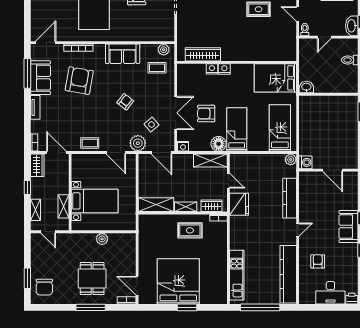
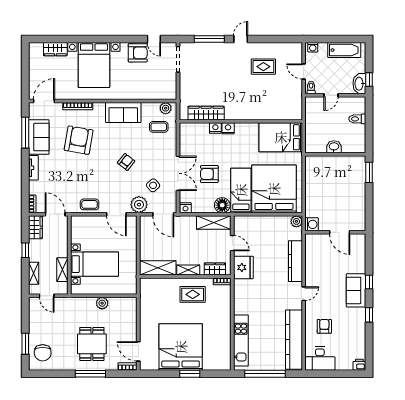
washbasin: (306, 87) -> (334, 147), moved
bed: (280, 128) -> (274, 189), width x2.04
desk: (330, 293) -> (320, 359), moved

